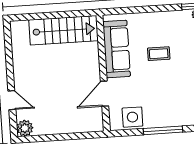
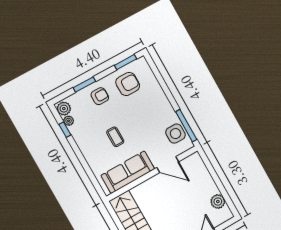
plant: (25, 128) -> (218, 202), moved
window: (163, 130) -> (186, 126), moved

